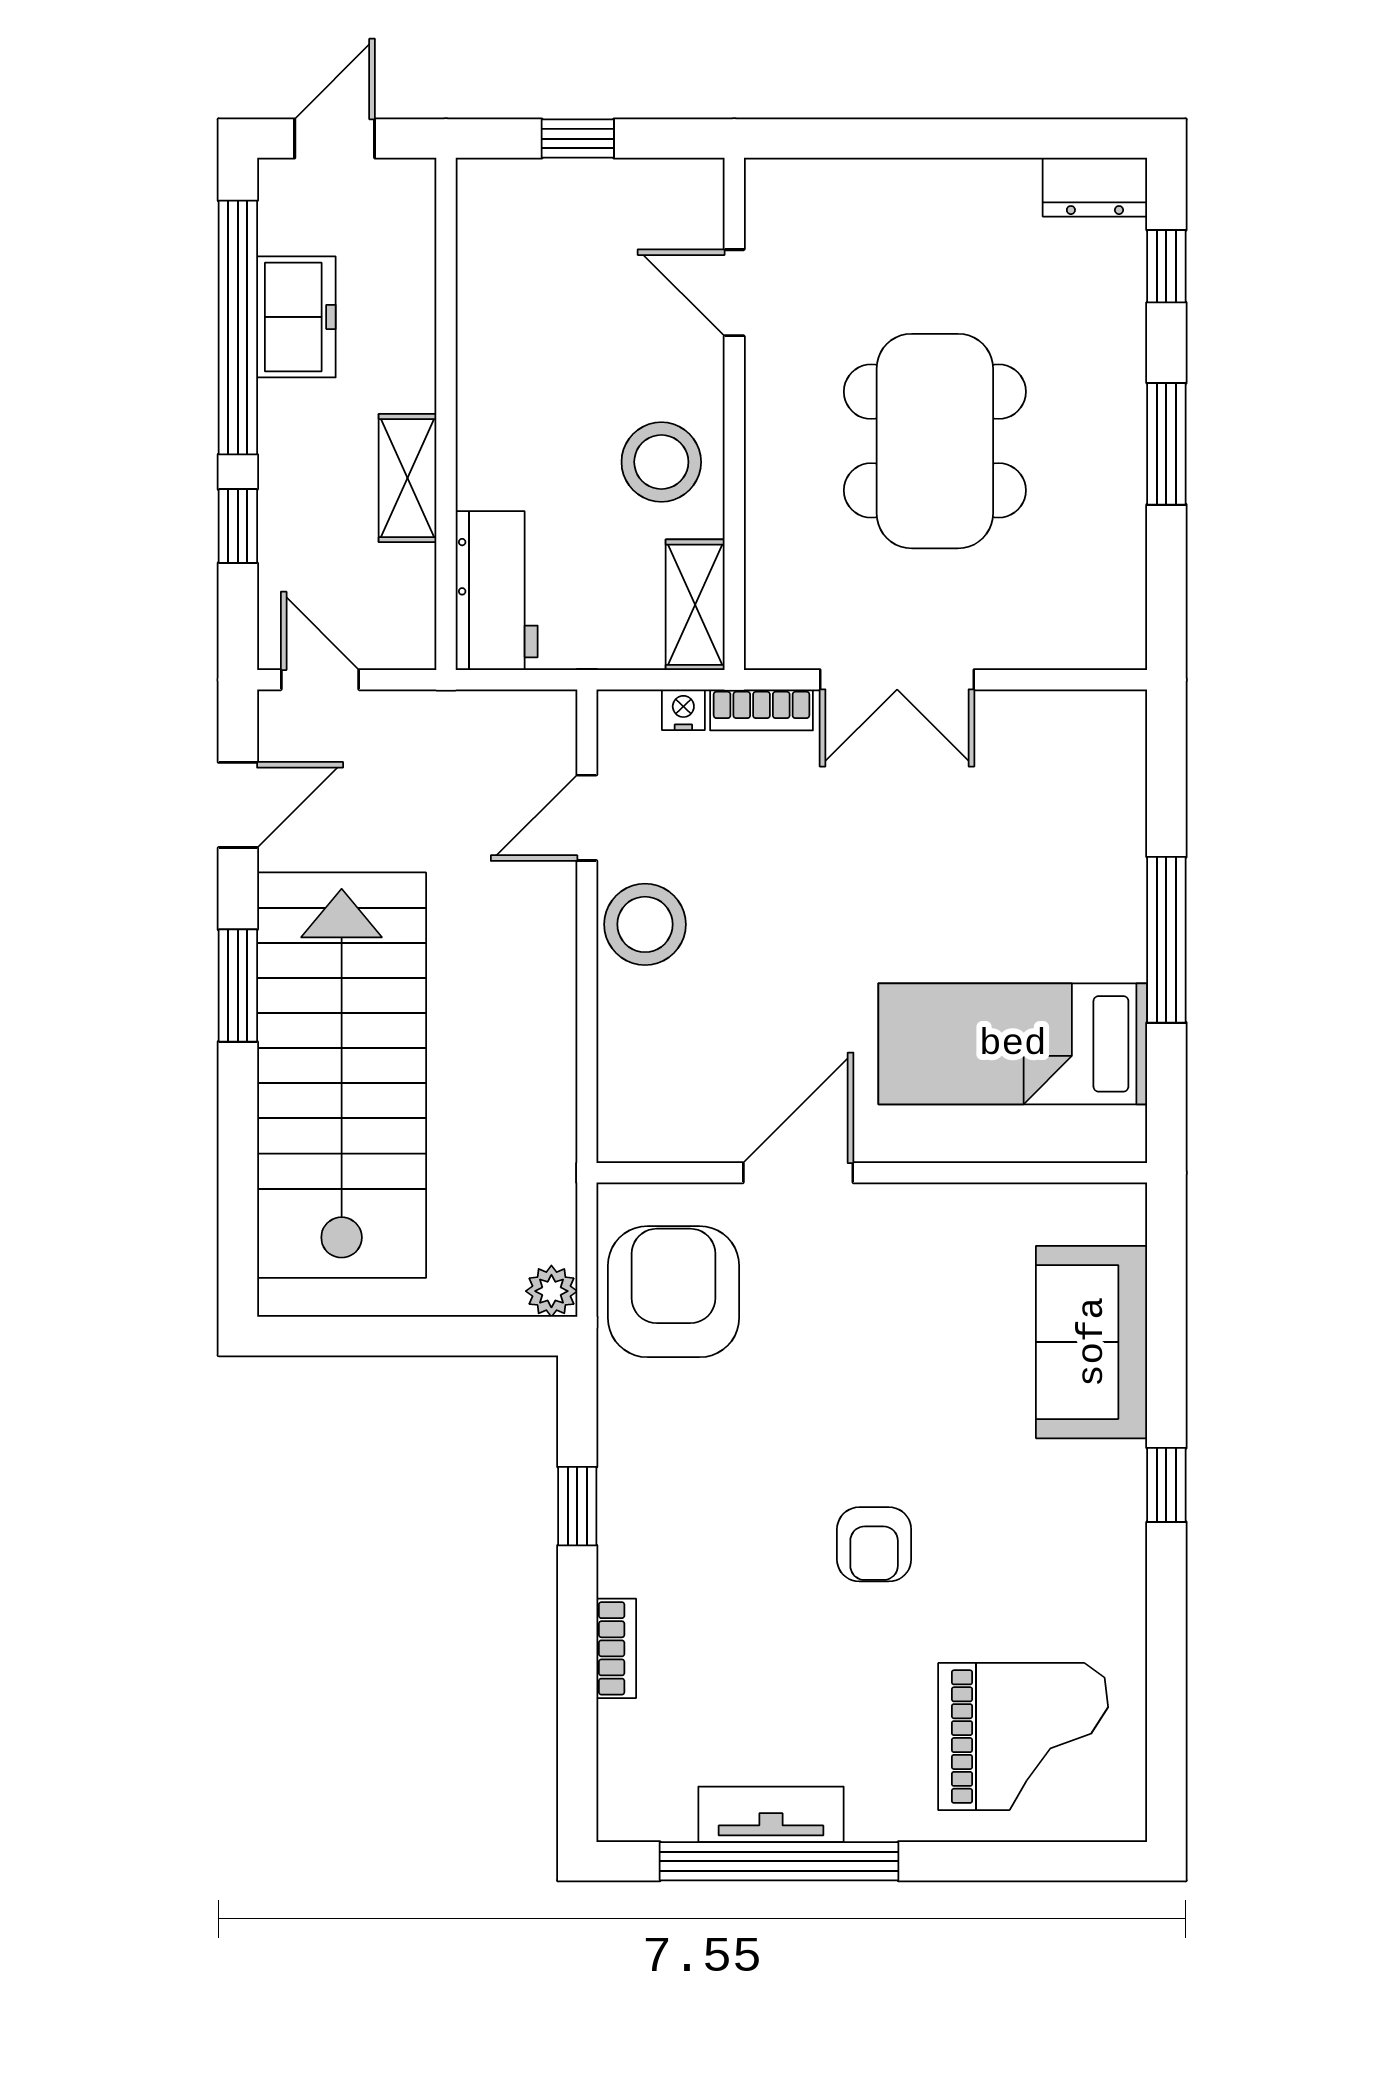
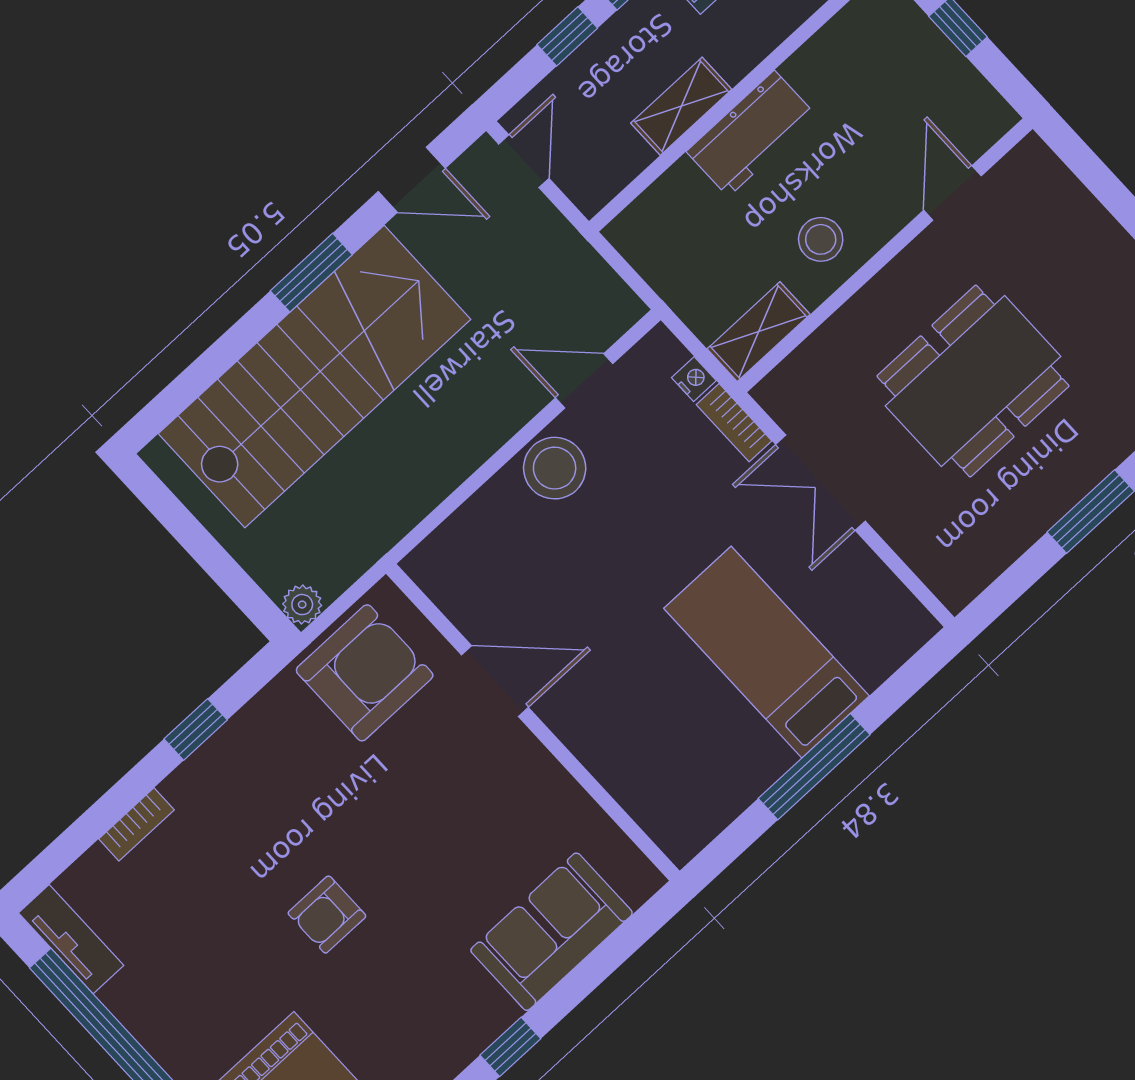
stool: (661, 462) -> (821, 239), width x0.73, depth x0.73
workbench: (497, 591) -> (751, 134), moved
bed: (1013, 1044) -> (766, 652), moved
tv unit: (771, 1814) -> (71, 939), moved

